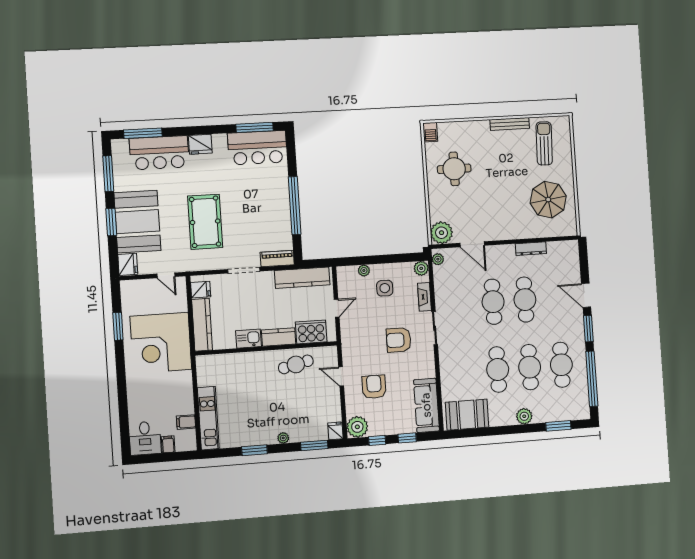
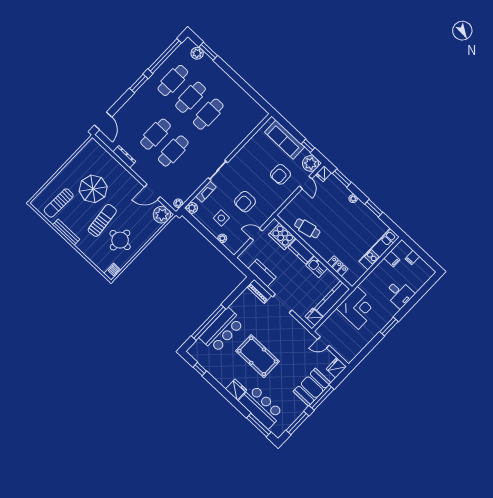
window: (255, 127) -> (200, 369), width x0.46
bar counter: (257, 148) -> (222, 330), moved, turned 90
sun lounger: (489, 169) -> (102, 220), added
parasol: (548, 200) -> (93, 189), moved
window: (295, 206) -> (209, 323), moved
window: (111, 222) -> (322, 397), width x1.44
booth: (137, 222) -> (312, 387), width x0.73, depth x0.70
pool table: (205, 222) -> (258, 356), moved, turned 90
door: (472, 244) -> (152, 192), swing flipped
door: (166, 275) -> (323, 342), swing flipped
kitchen counter: (302, 278) -> (262, 273), width x0.67
door: (586, 295) -> (103, 121), moved
window: (118, 326) -> (389, 327), moved
armchair: (399, 340) -> (245, 202), moved, turned 90
corner desk: (161, 343) -> (358, 308), width x0.74, depth x0.74
locker: (230, 360) -> (338, 266), added
door: (341, 376) -> (306, 182), moved
sofa: (426, 405) -> (285, 140), moved, turned 90
booth: (467, 415) -> (249, 109), removed
plant: (524, 416) -> (197, 53), moved
desk: (145, 438) -> (399, 294), moved, turned 90
window: (407, 438) -> (292, 130), removed

